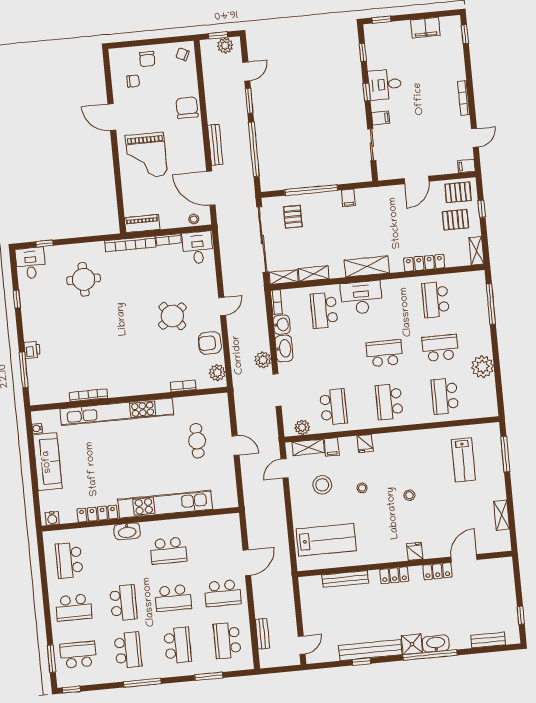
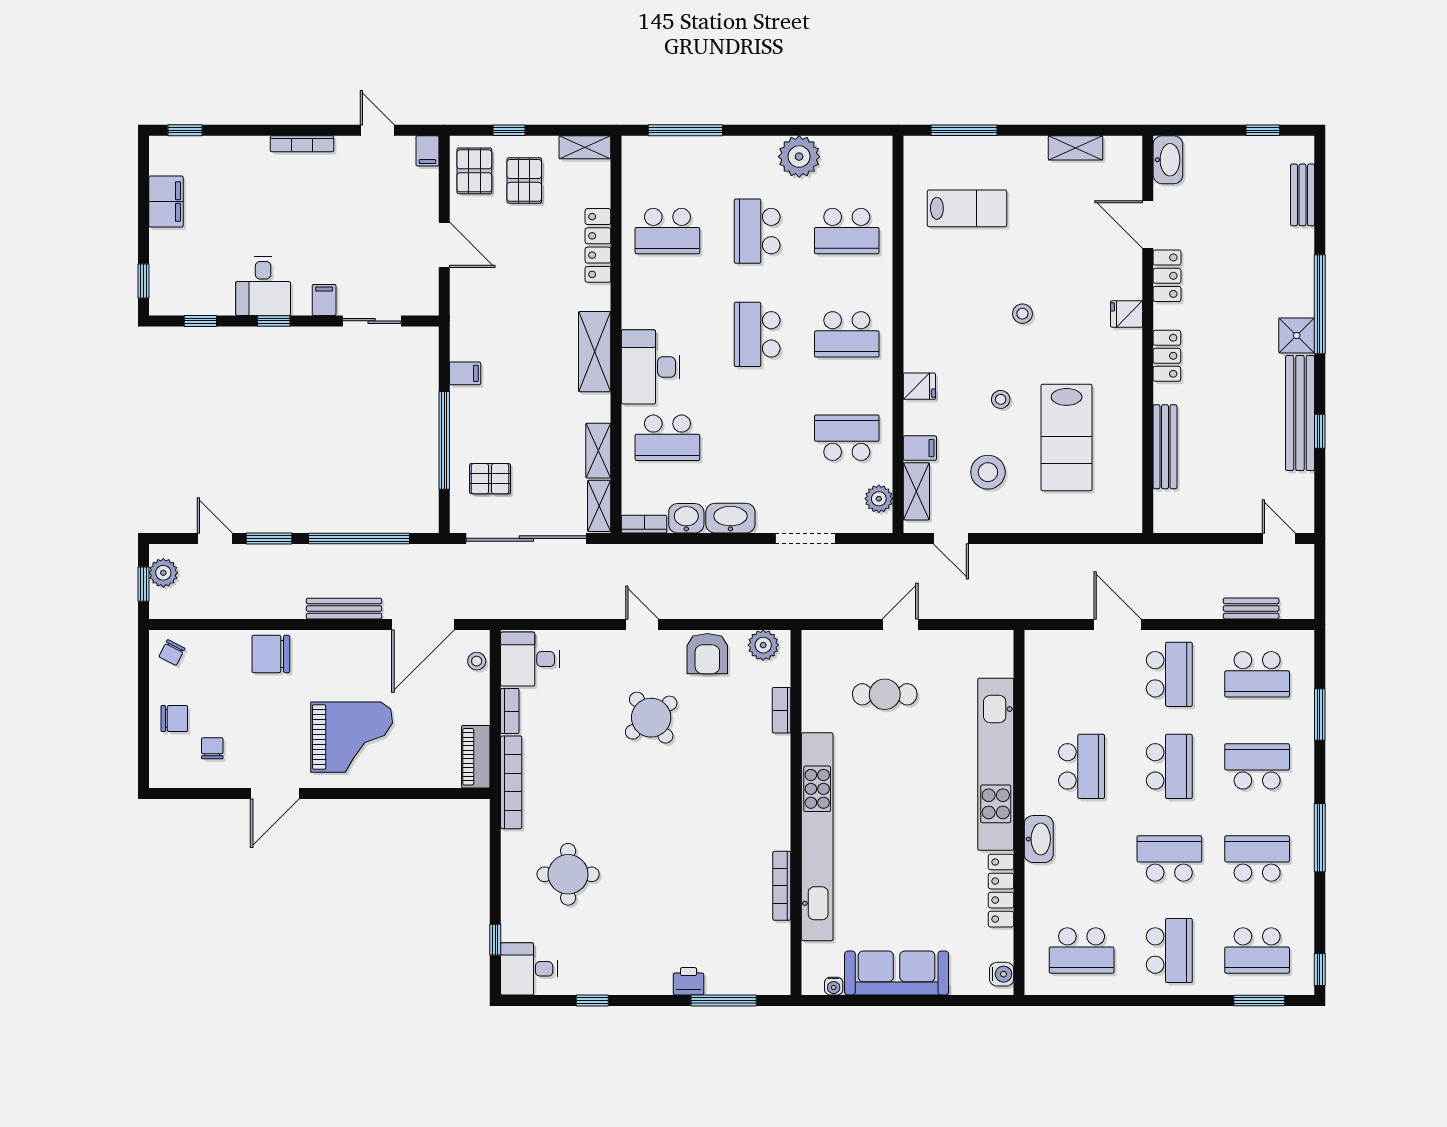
plant: (263, 360) -> (748, 559), removed
lab bench: (326, 540) -> (1067, 437), moved, turned 180
washbasin: (436, 644) -> (1168, 160), moved, turned 180
school desk: (78, 655) -> (1257, 951), turned -90

